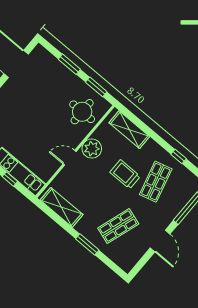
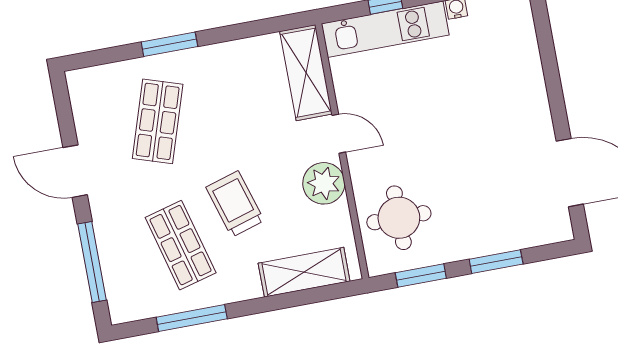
window: (178, 156) -> (192, 318), width x2.17
door: (70, 158) -> (339, 134), hinge flipped
trolley: (125, 174) -> (235, 204), turned -107
shelving: (62, 207) -> (306, 73), moved, turned 90

